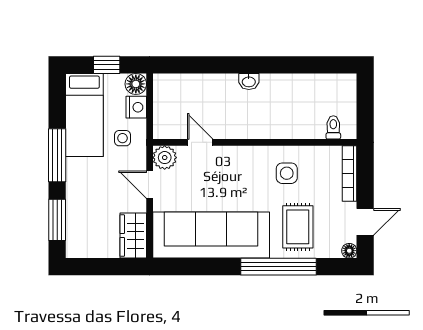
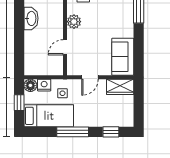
washbasin: (249, 81) -> (31, 18), width x1.91, depth x1.45
plant: (165, 158) -> (74, 22), moved
window: (57, 220) -> (111, 132), width x0.67
sofa: (211, 235) -> (123, 57), width x0.54, depth x0.79

